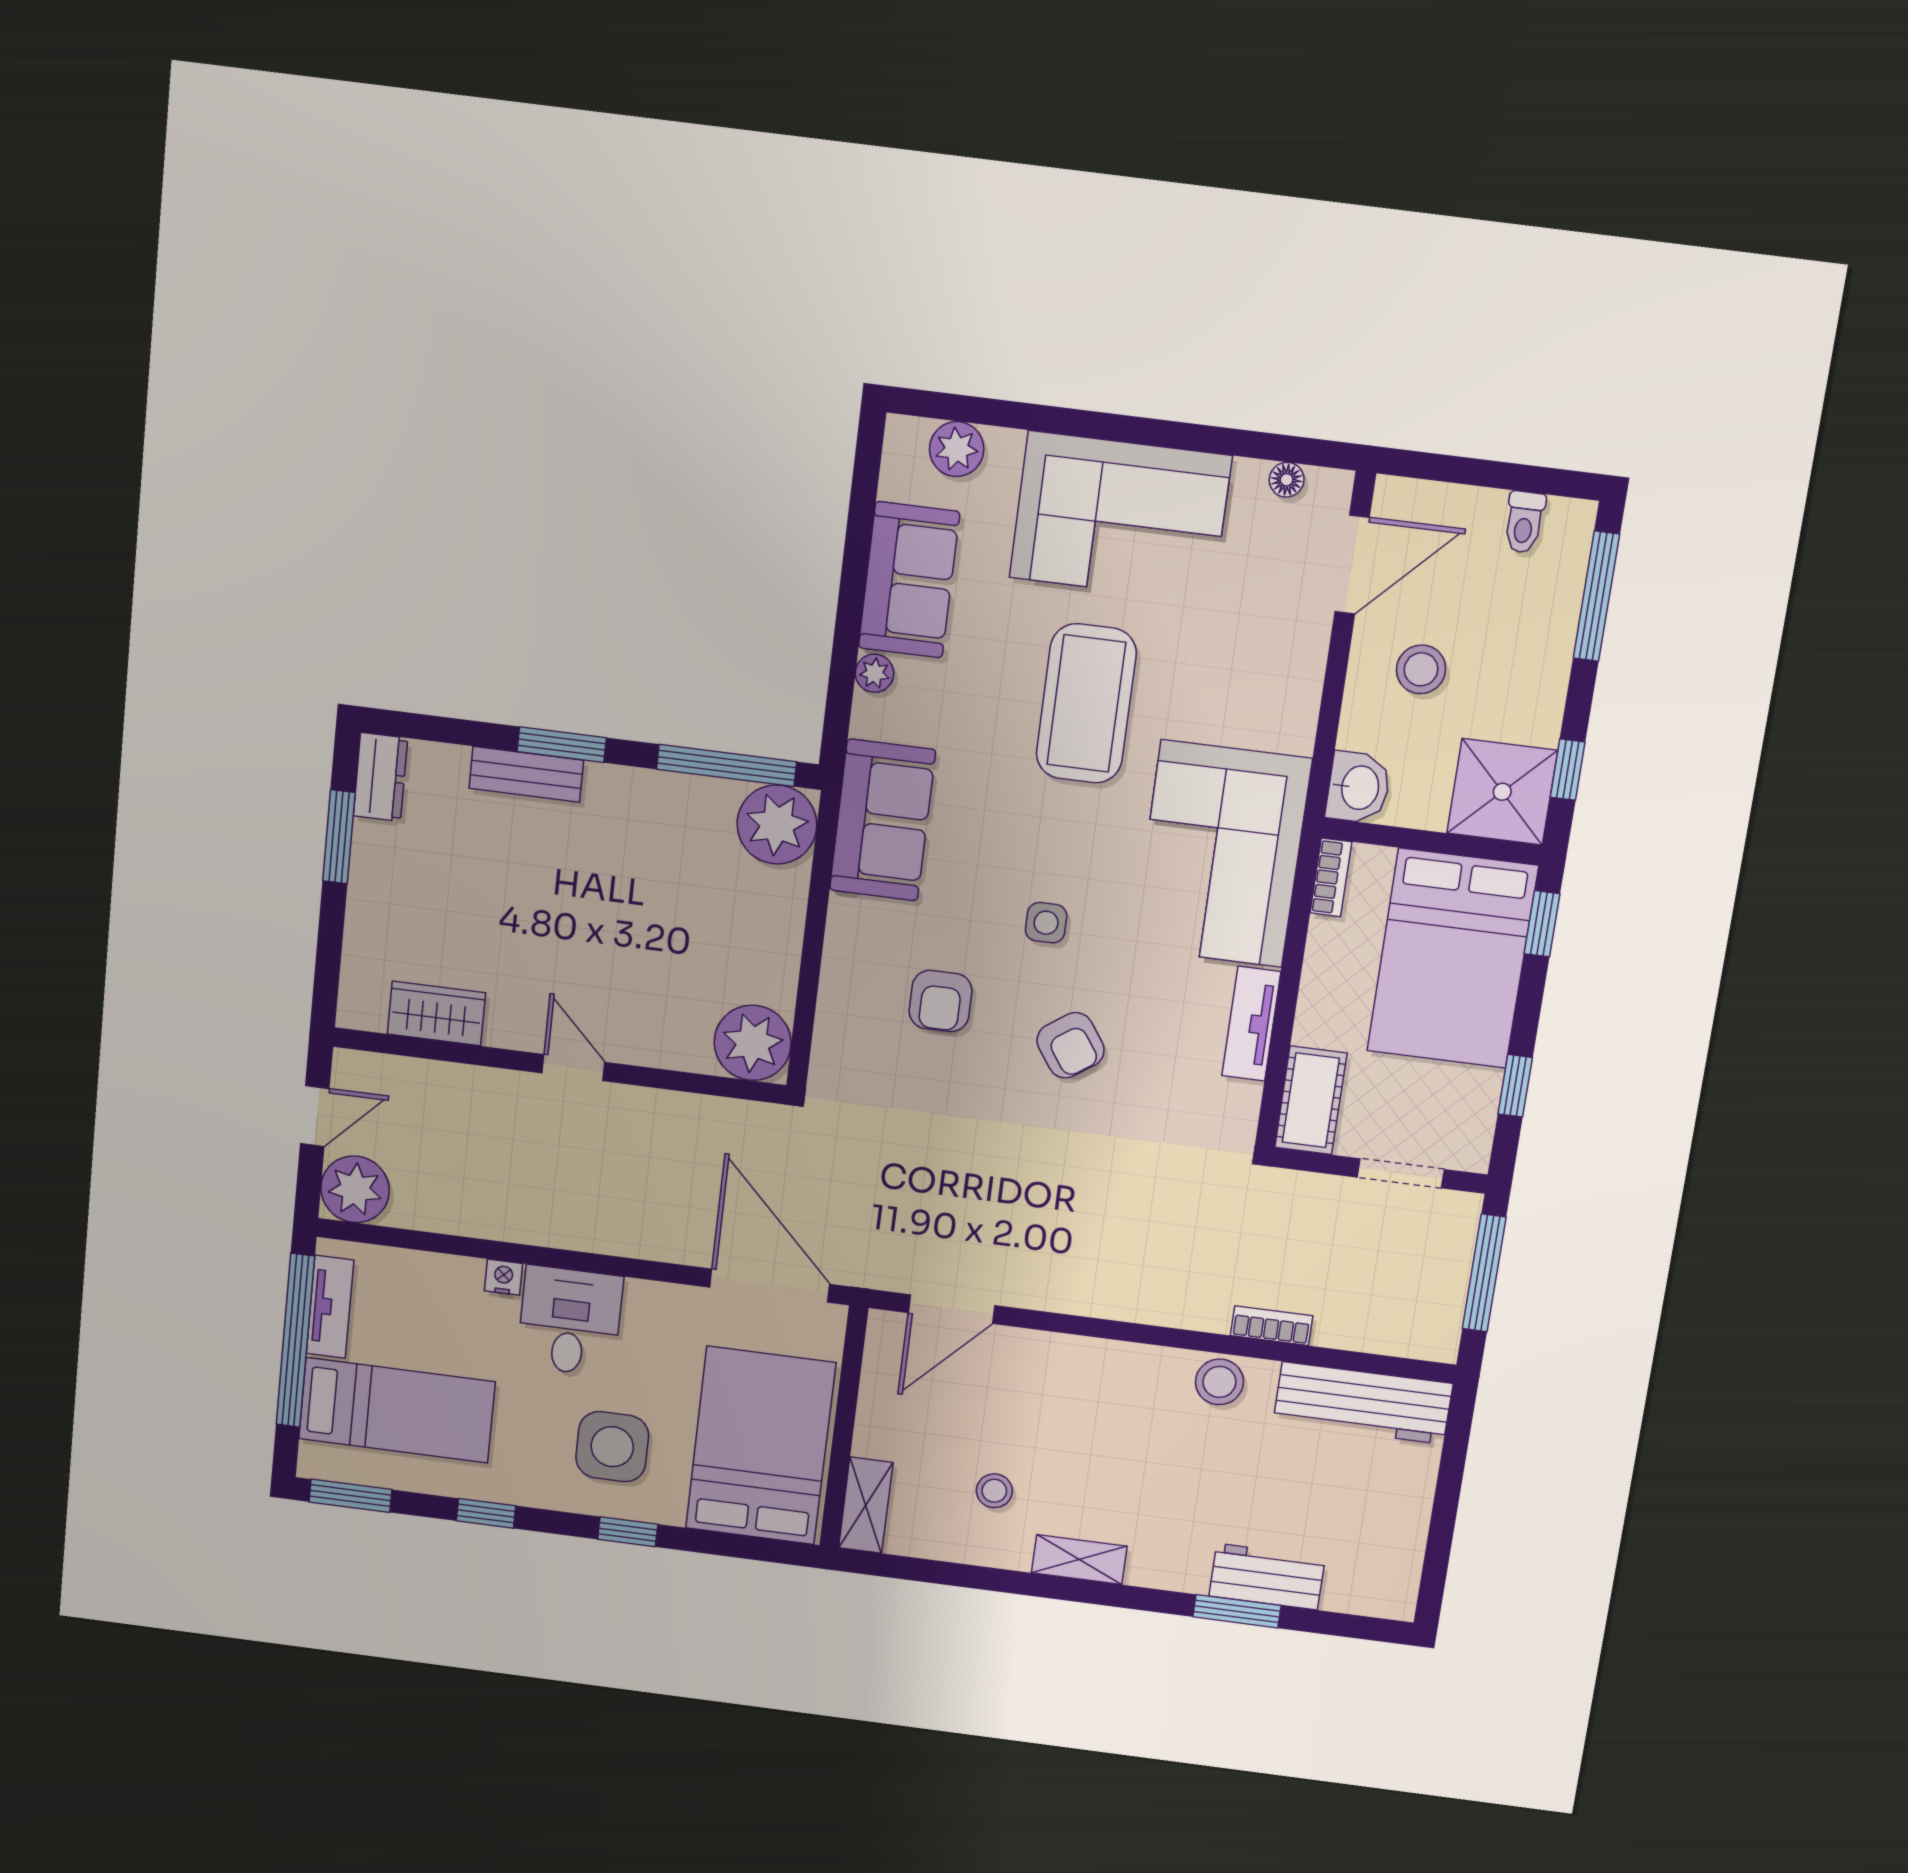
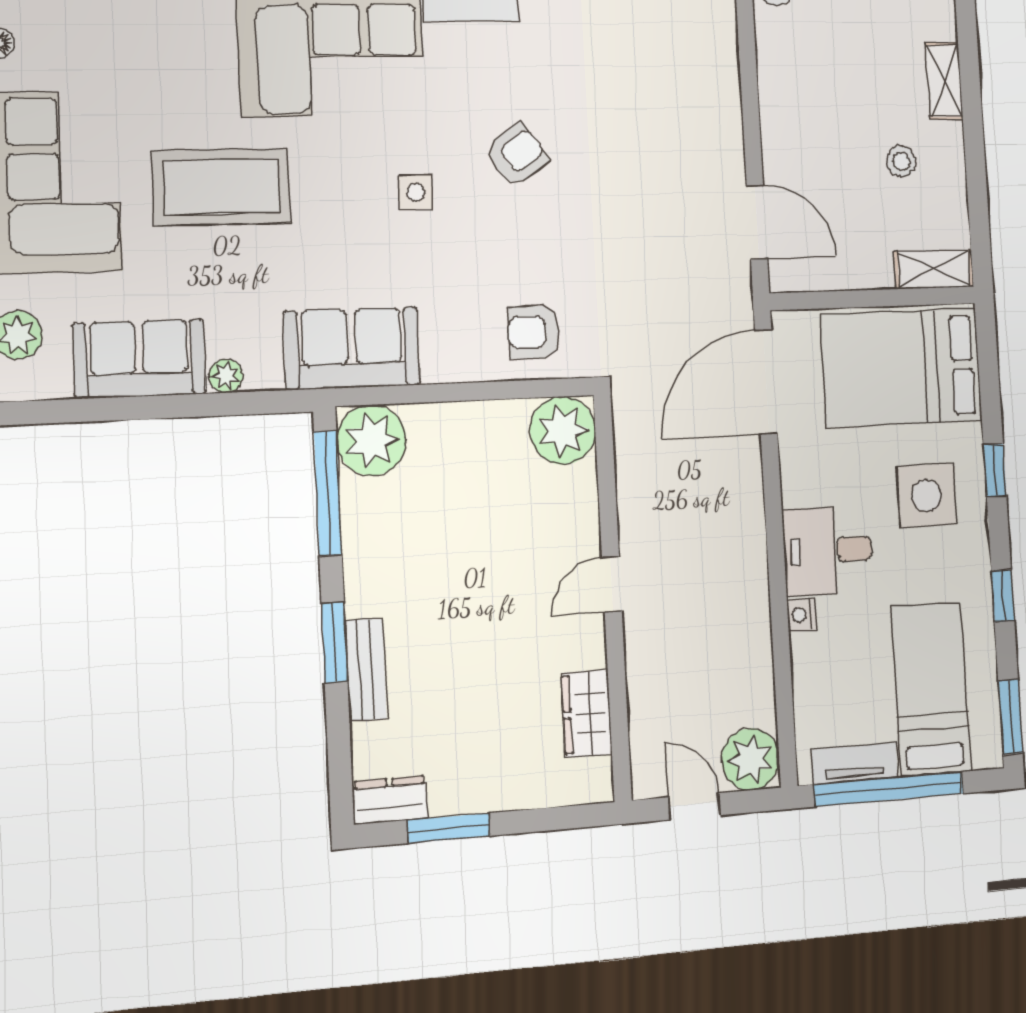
armchair: (941, 1001) -> (534, 332), moved, turned 180

